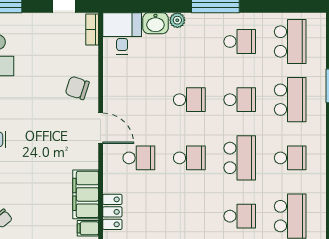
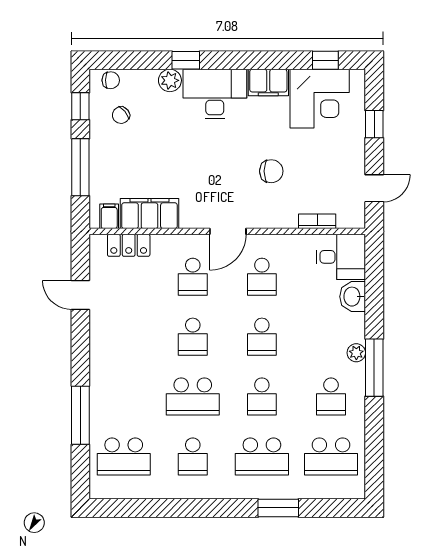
plant: (177, 20) -> (356, 353), moved
bookcase: (92, 30) -> (317, 221), moved
chair: (77, 88) -> (271, 171), moved, turned 72
school desk: (240, 216) -> (262, 277), moved

